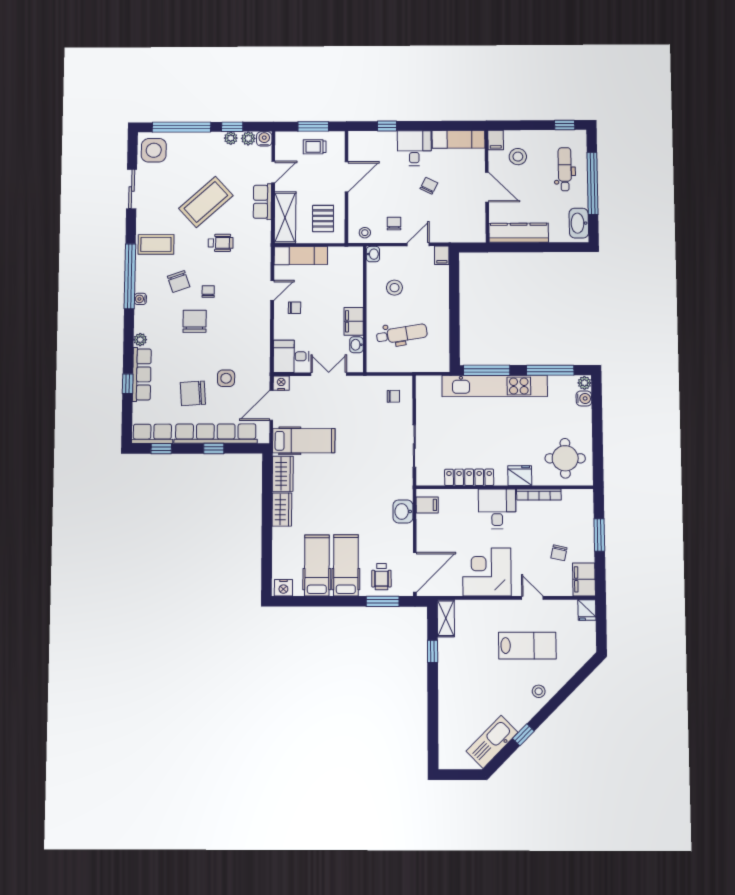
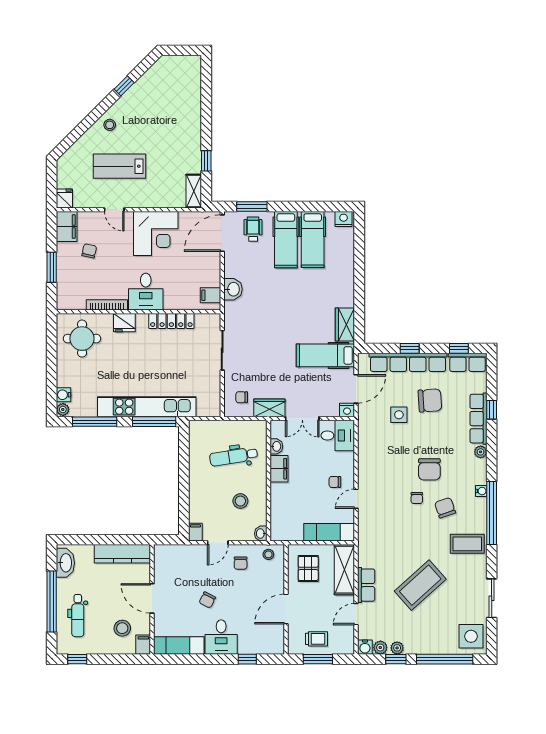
wheelchair: (221, 243) -> (406, 545), removed
wardrobe: (282, 510) -> (269, 408), moved, turned 90
kitchen sink: (492, 742) -> (153, 80), removed

